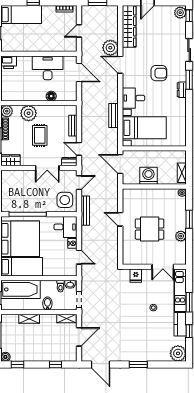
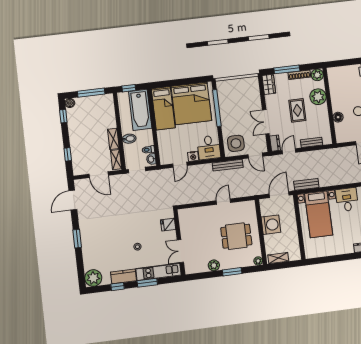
bench: (114, 115) -> (306, 184), moved
rug: (40, 135) -> (297, 110), turned 90
dining table: (150, 229) -> (236, 236), moved, turned 90
shelving: (29, 319) -> (113, 139), moved

